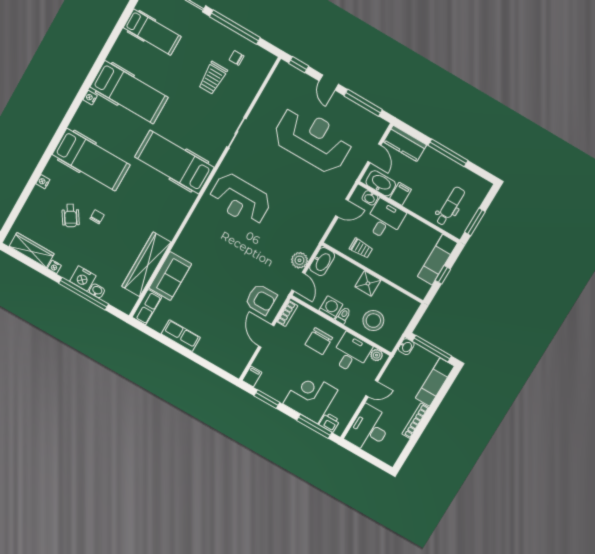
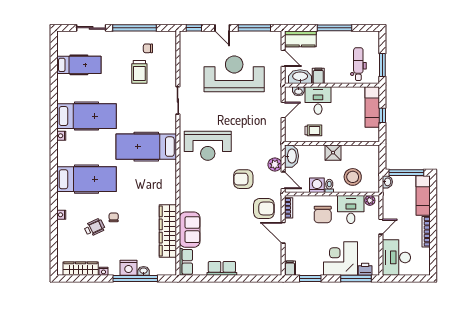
wheelchair: (71, 216) -> (94, 228), turned -83
armchair: (257, 256) -> (243, 179), added

